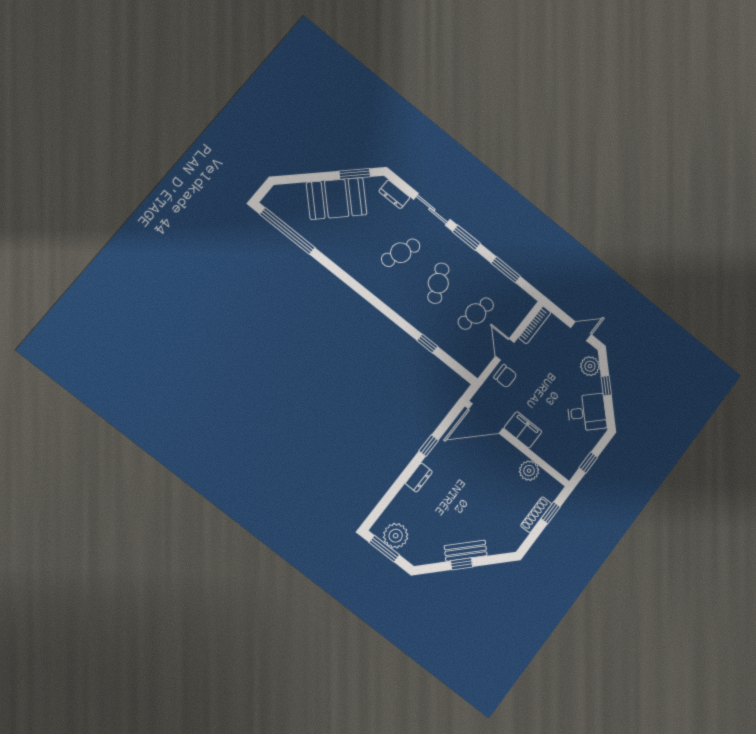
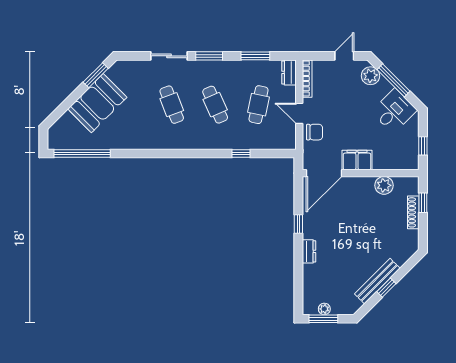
dresser: (394, 194) -> (289, 72), moved, turned 90
cafe table: (401, 253) -> (172, 105), turned -42
window: (606, 386) -> (393, 80), width x2.17
plant: (396, 536) -> (324, 309), width x0.53, depth x0.53
bench: (466, 551) -> (377, 281), width x1.36

